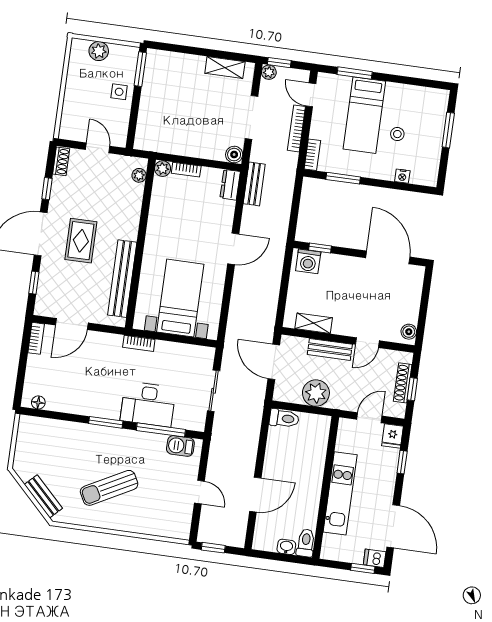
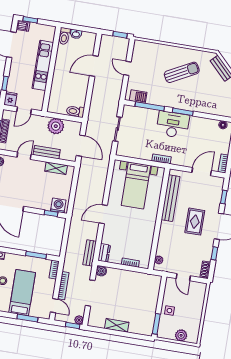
shelving: (225, 67) -> (117, 325), moved
plant: (163, 169) -> (145, 264), removed
desk: (148, 404) -> (173, 125), moved

